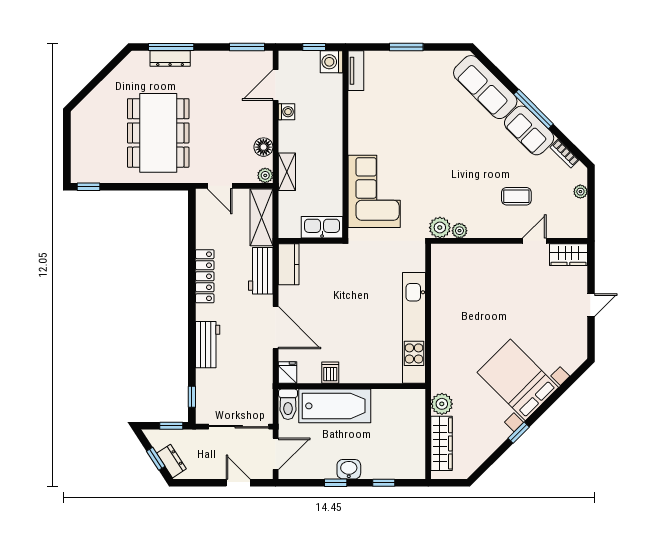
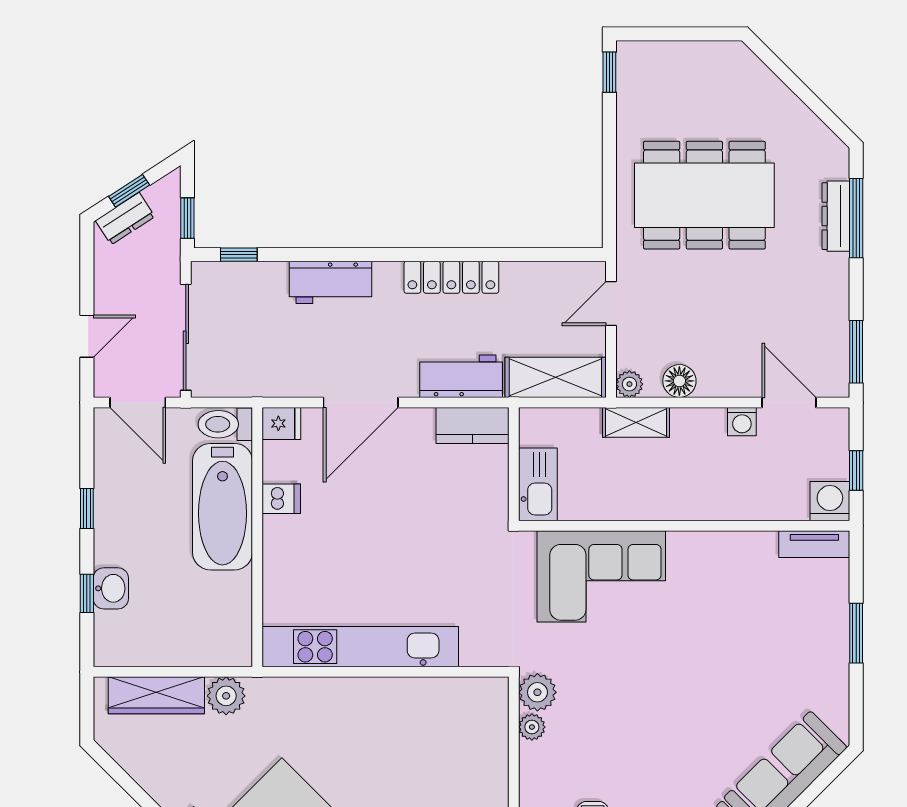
washbasin: (349, 469) -> (111, 588), moved

